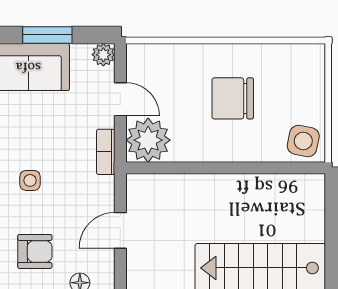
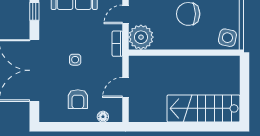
door: (120, 99) -> (126, 14), swing flipped
armchair: (35, 251) -> (78, 99), turned 90

